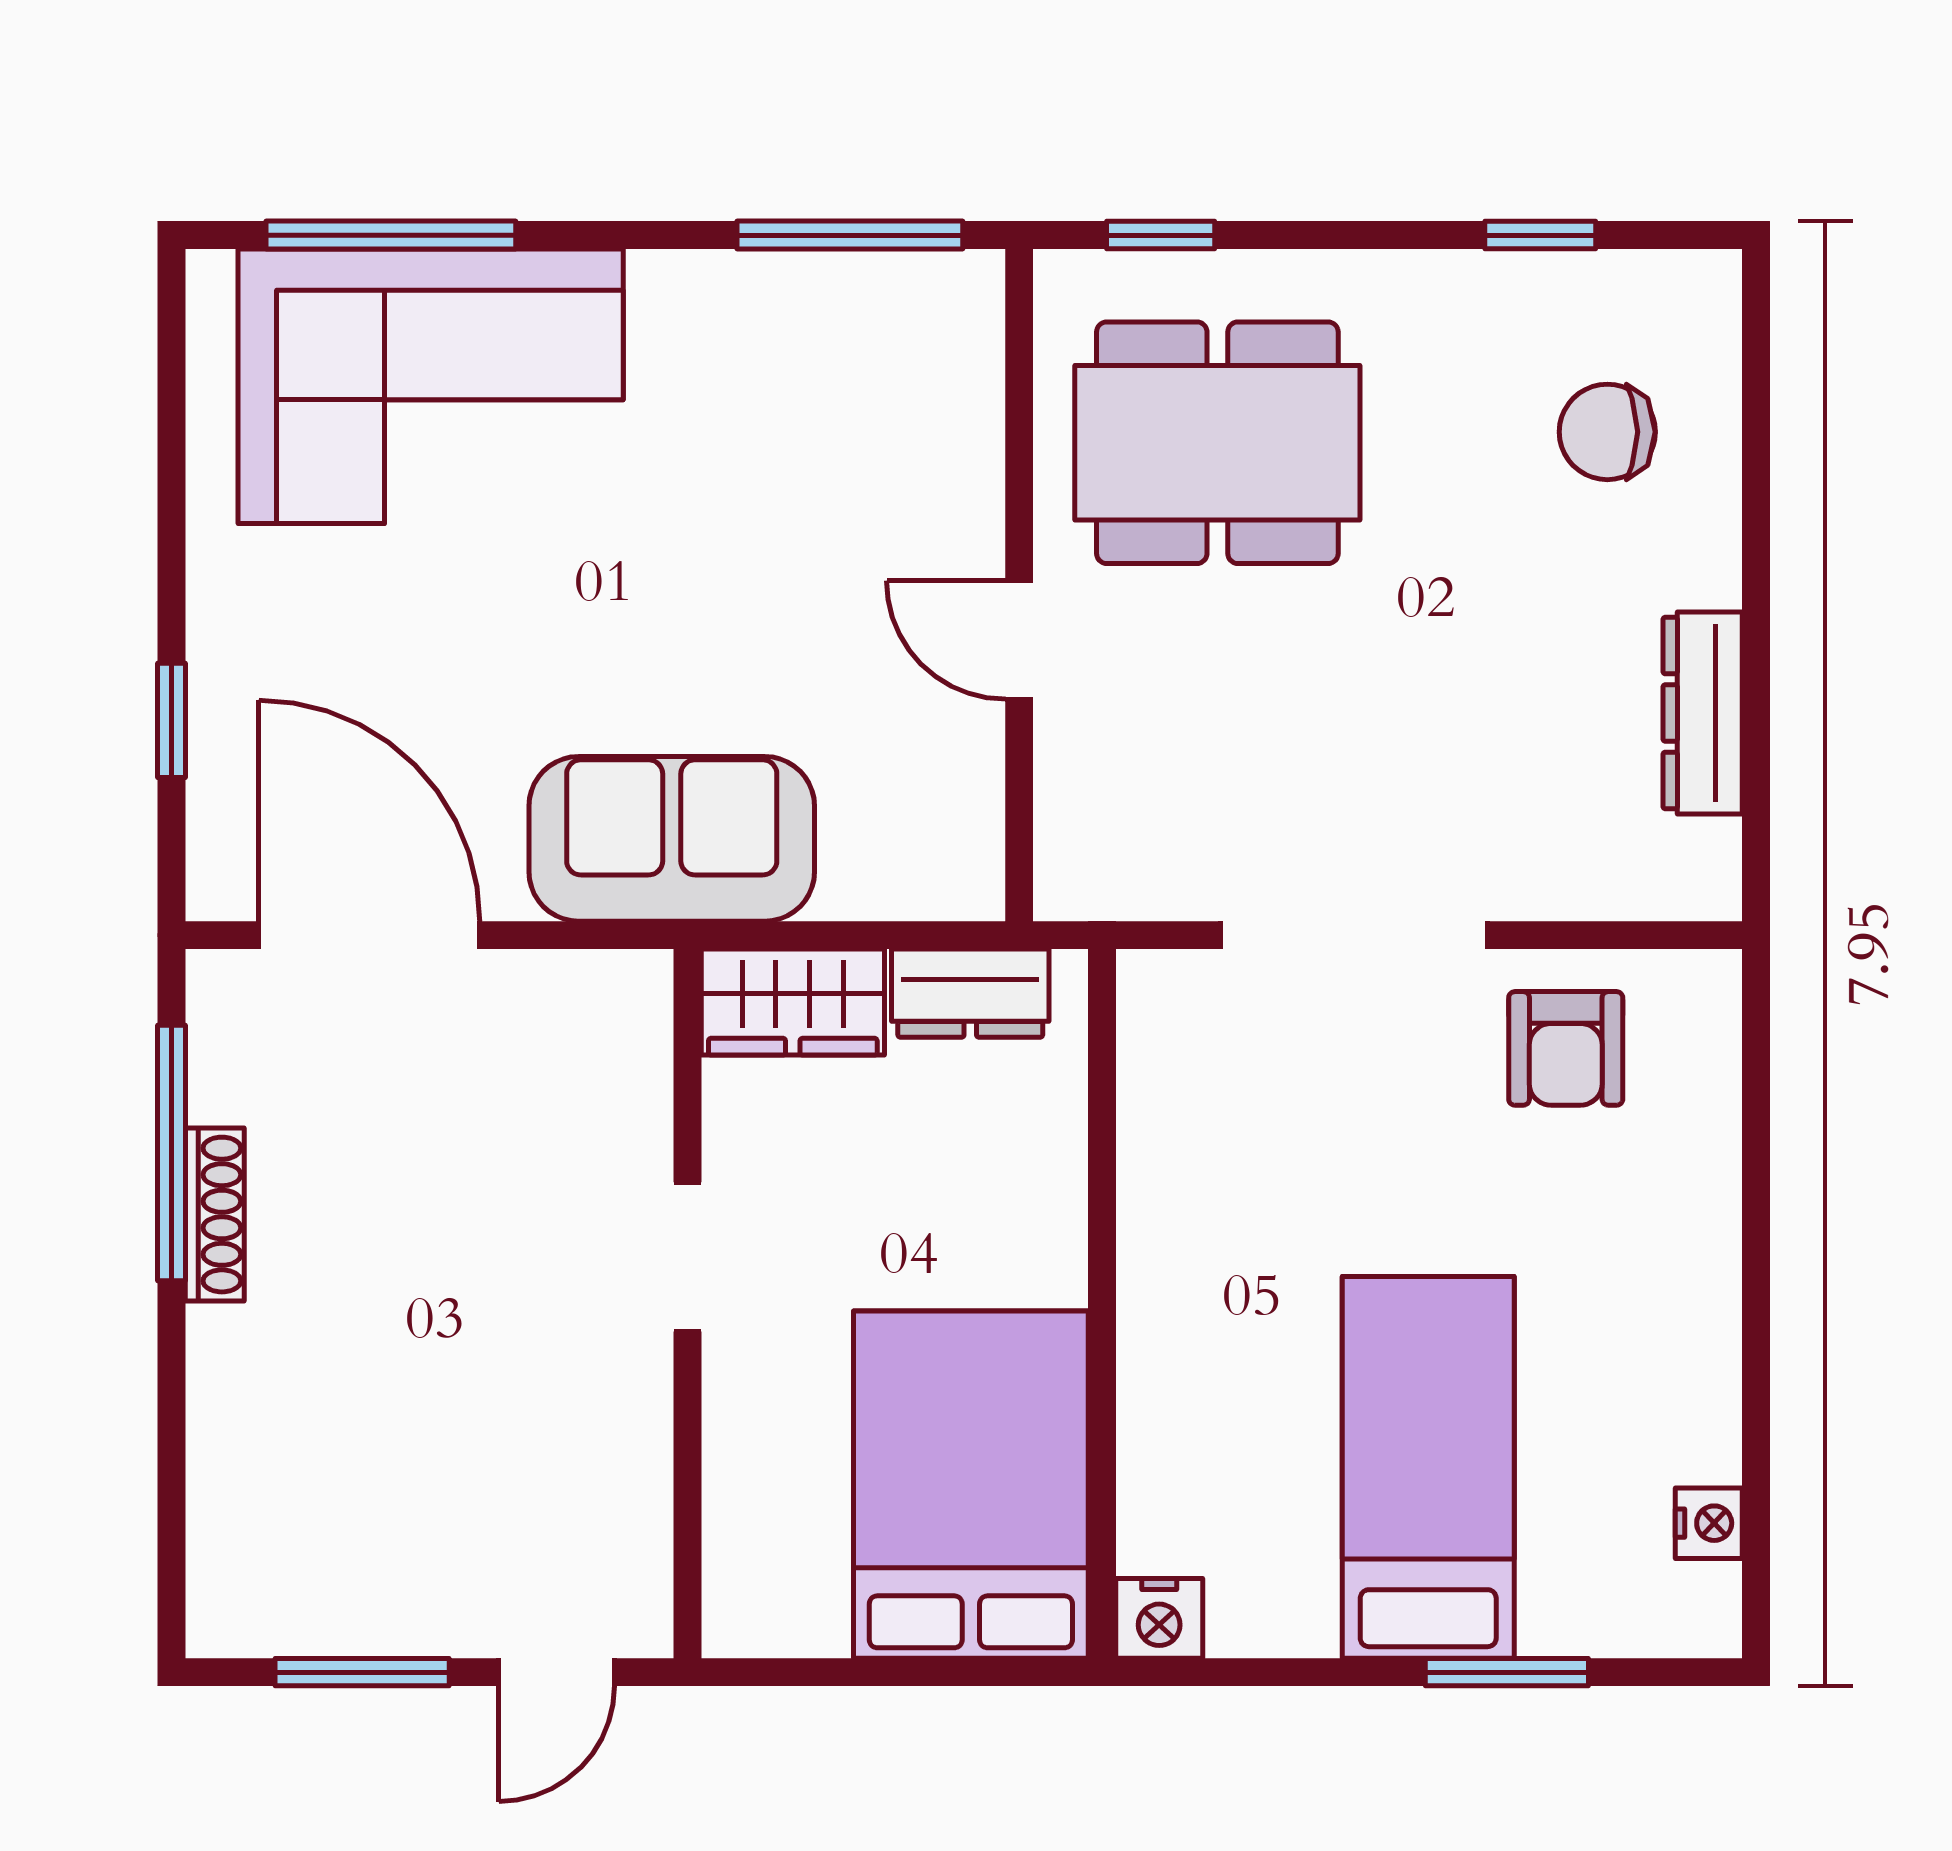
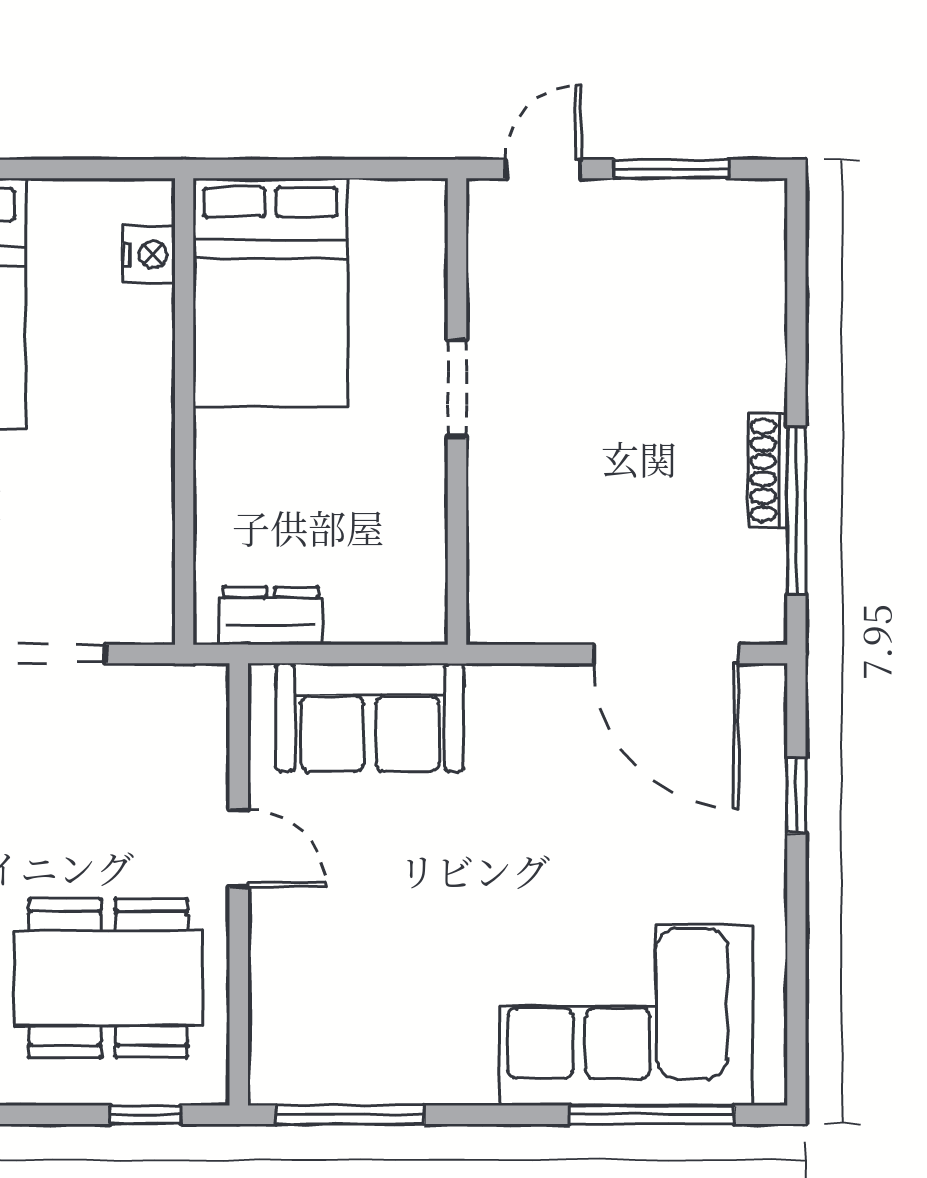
sofa: (672, 839) -> (370, 717), moved
wardrobe: (793, 1002) -> (388, 610), removed
doorway: (687, 1257) -> (457, 389), moved
nightstand: (1159, 1618) -> (149, 254), moved, turned 90

